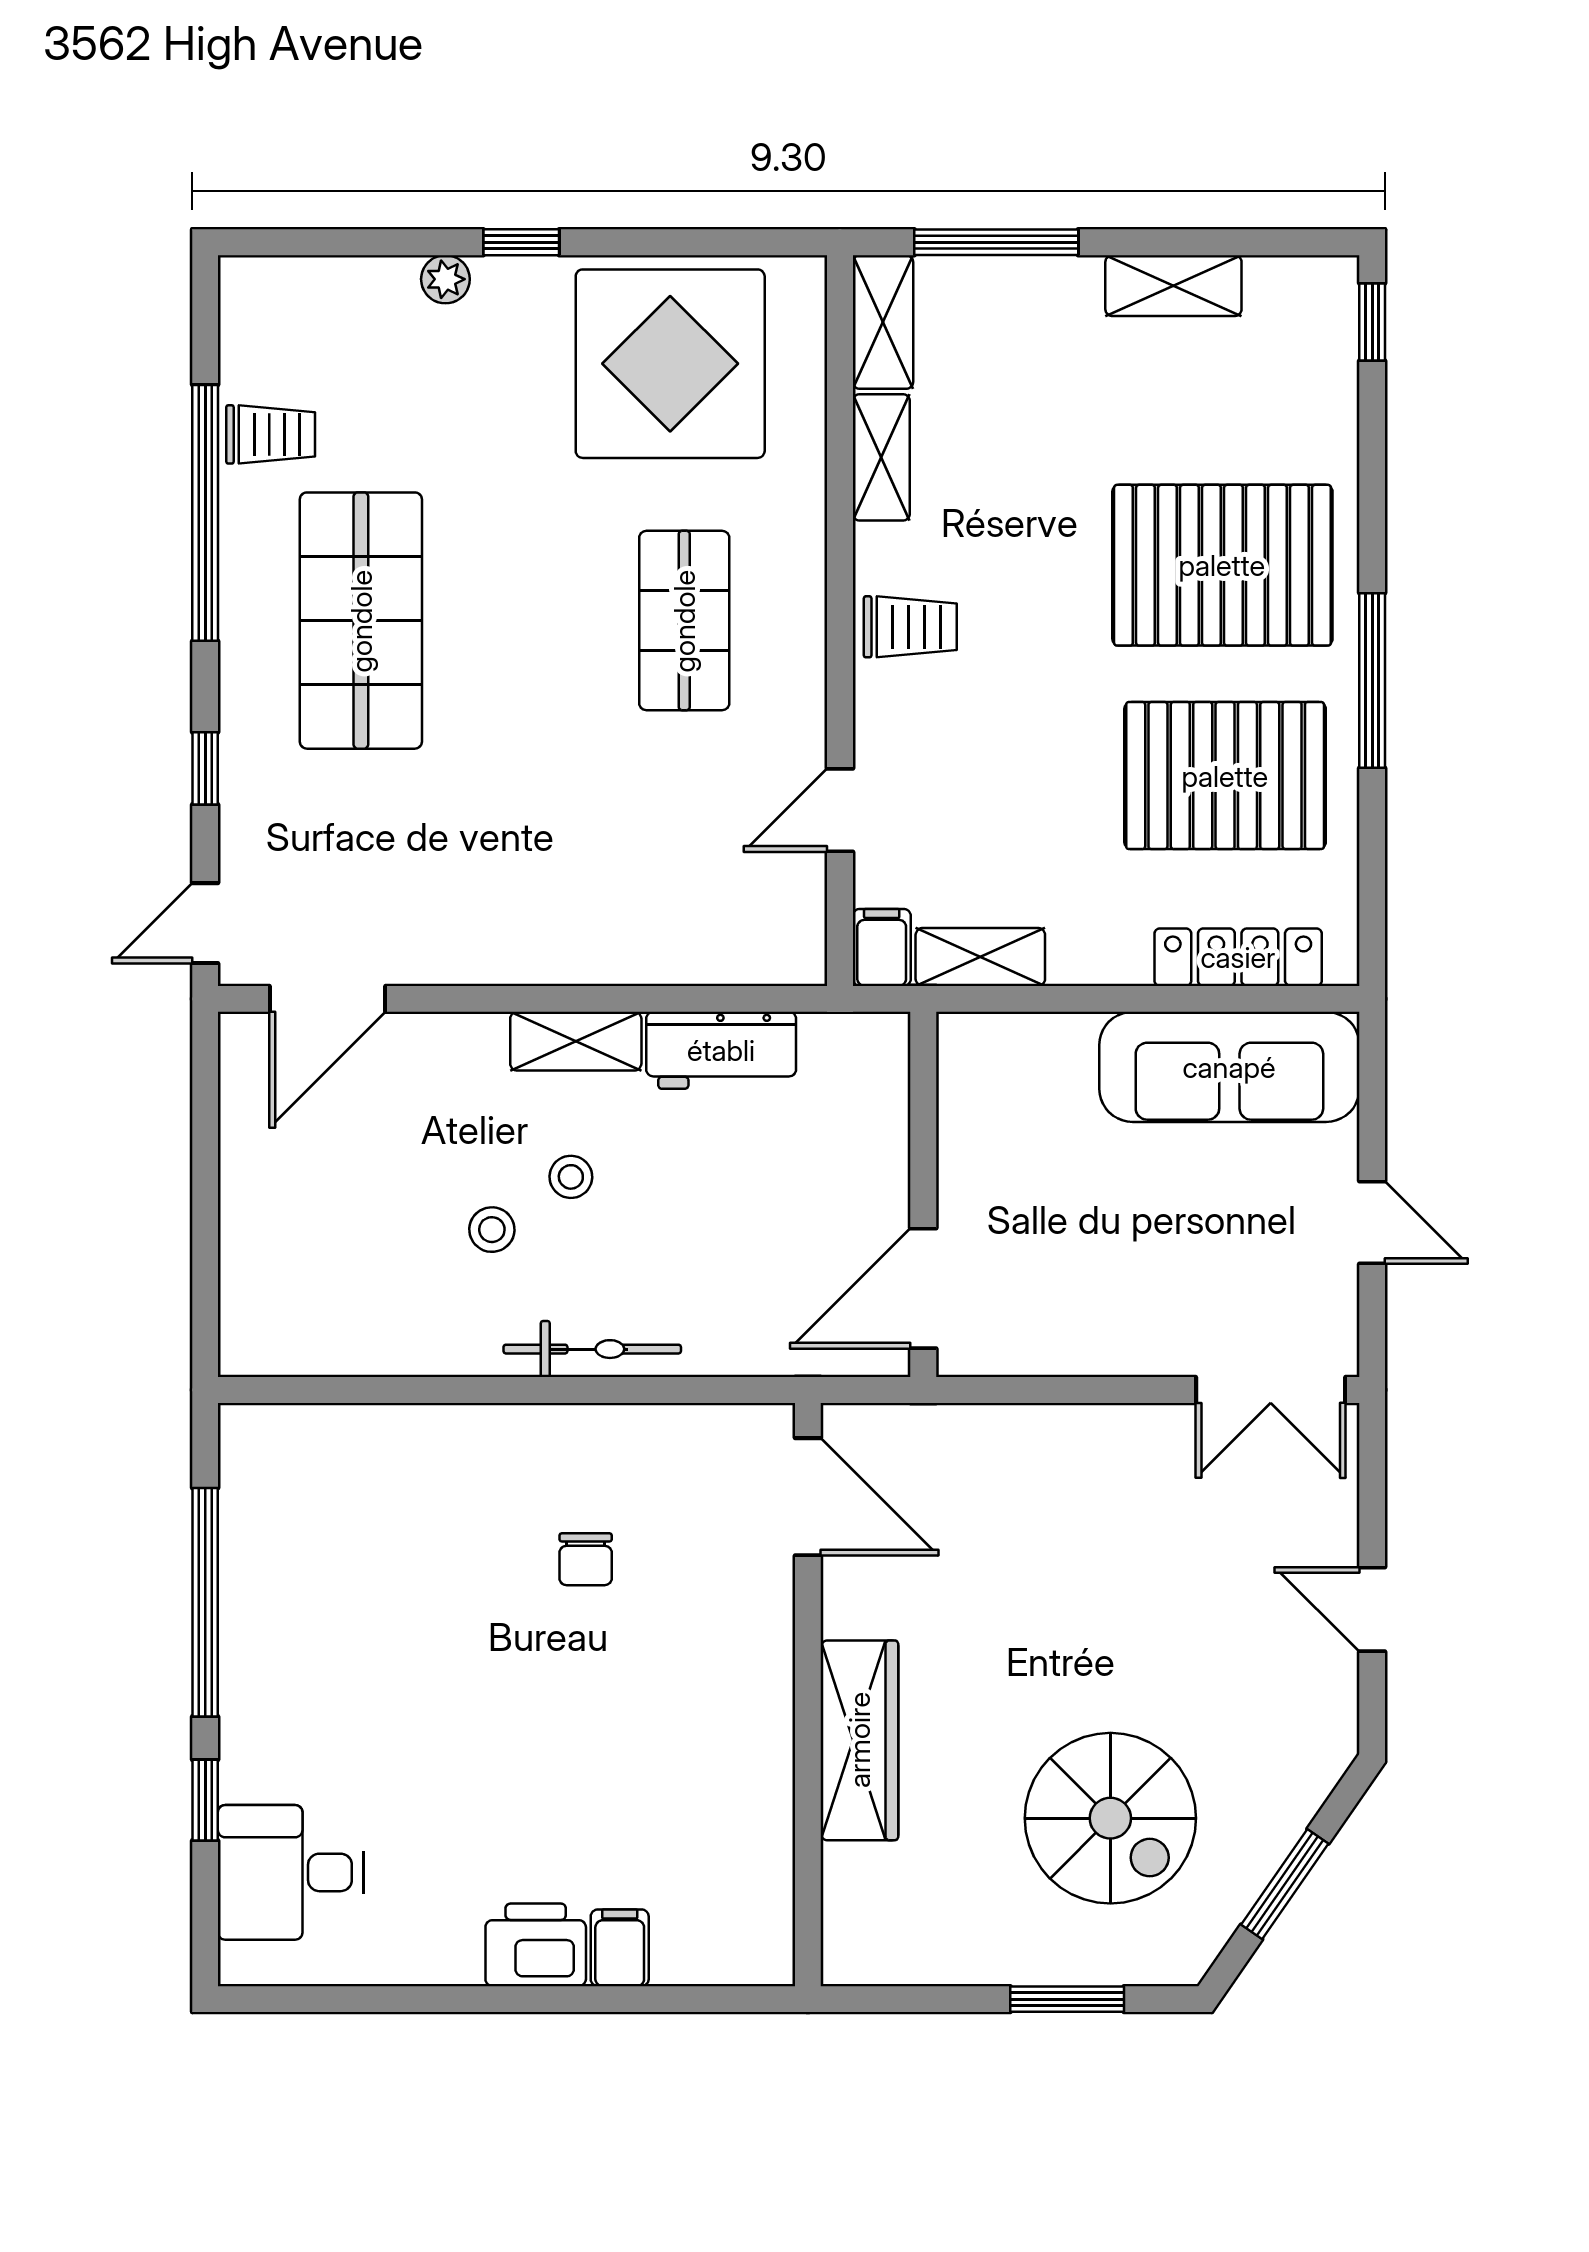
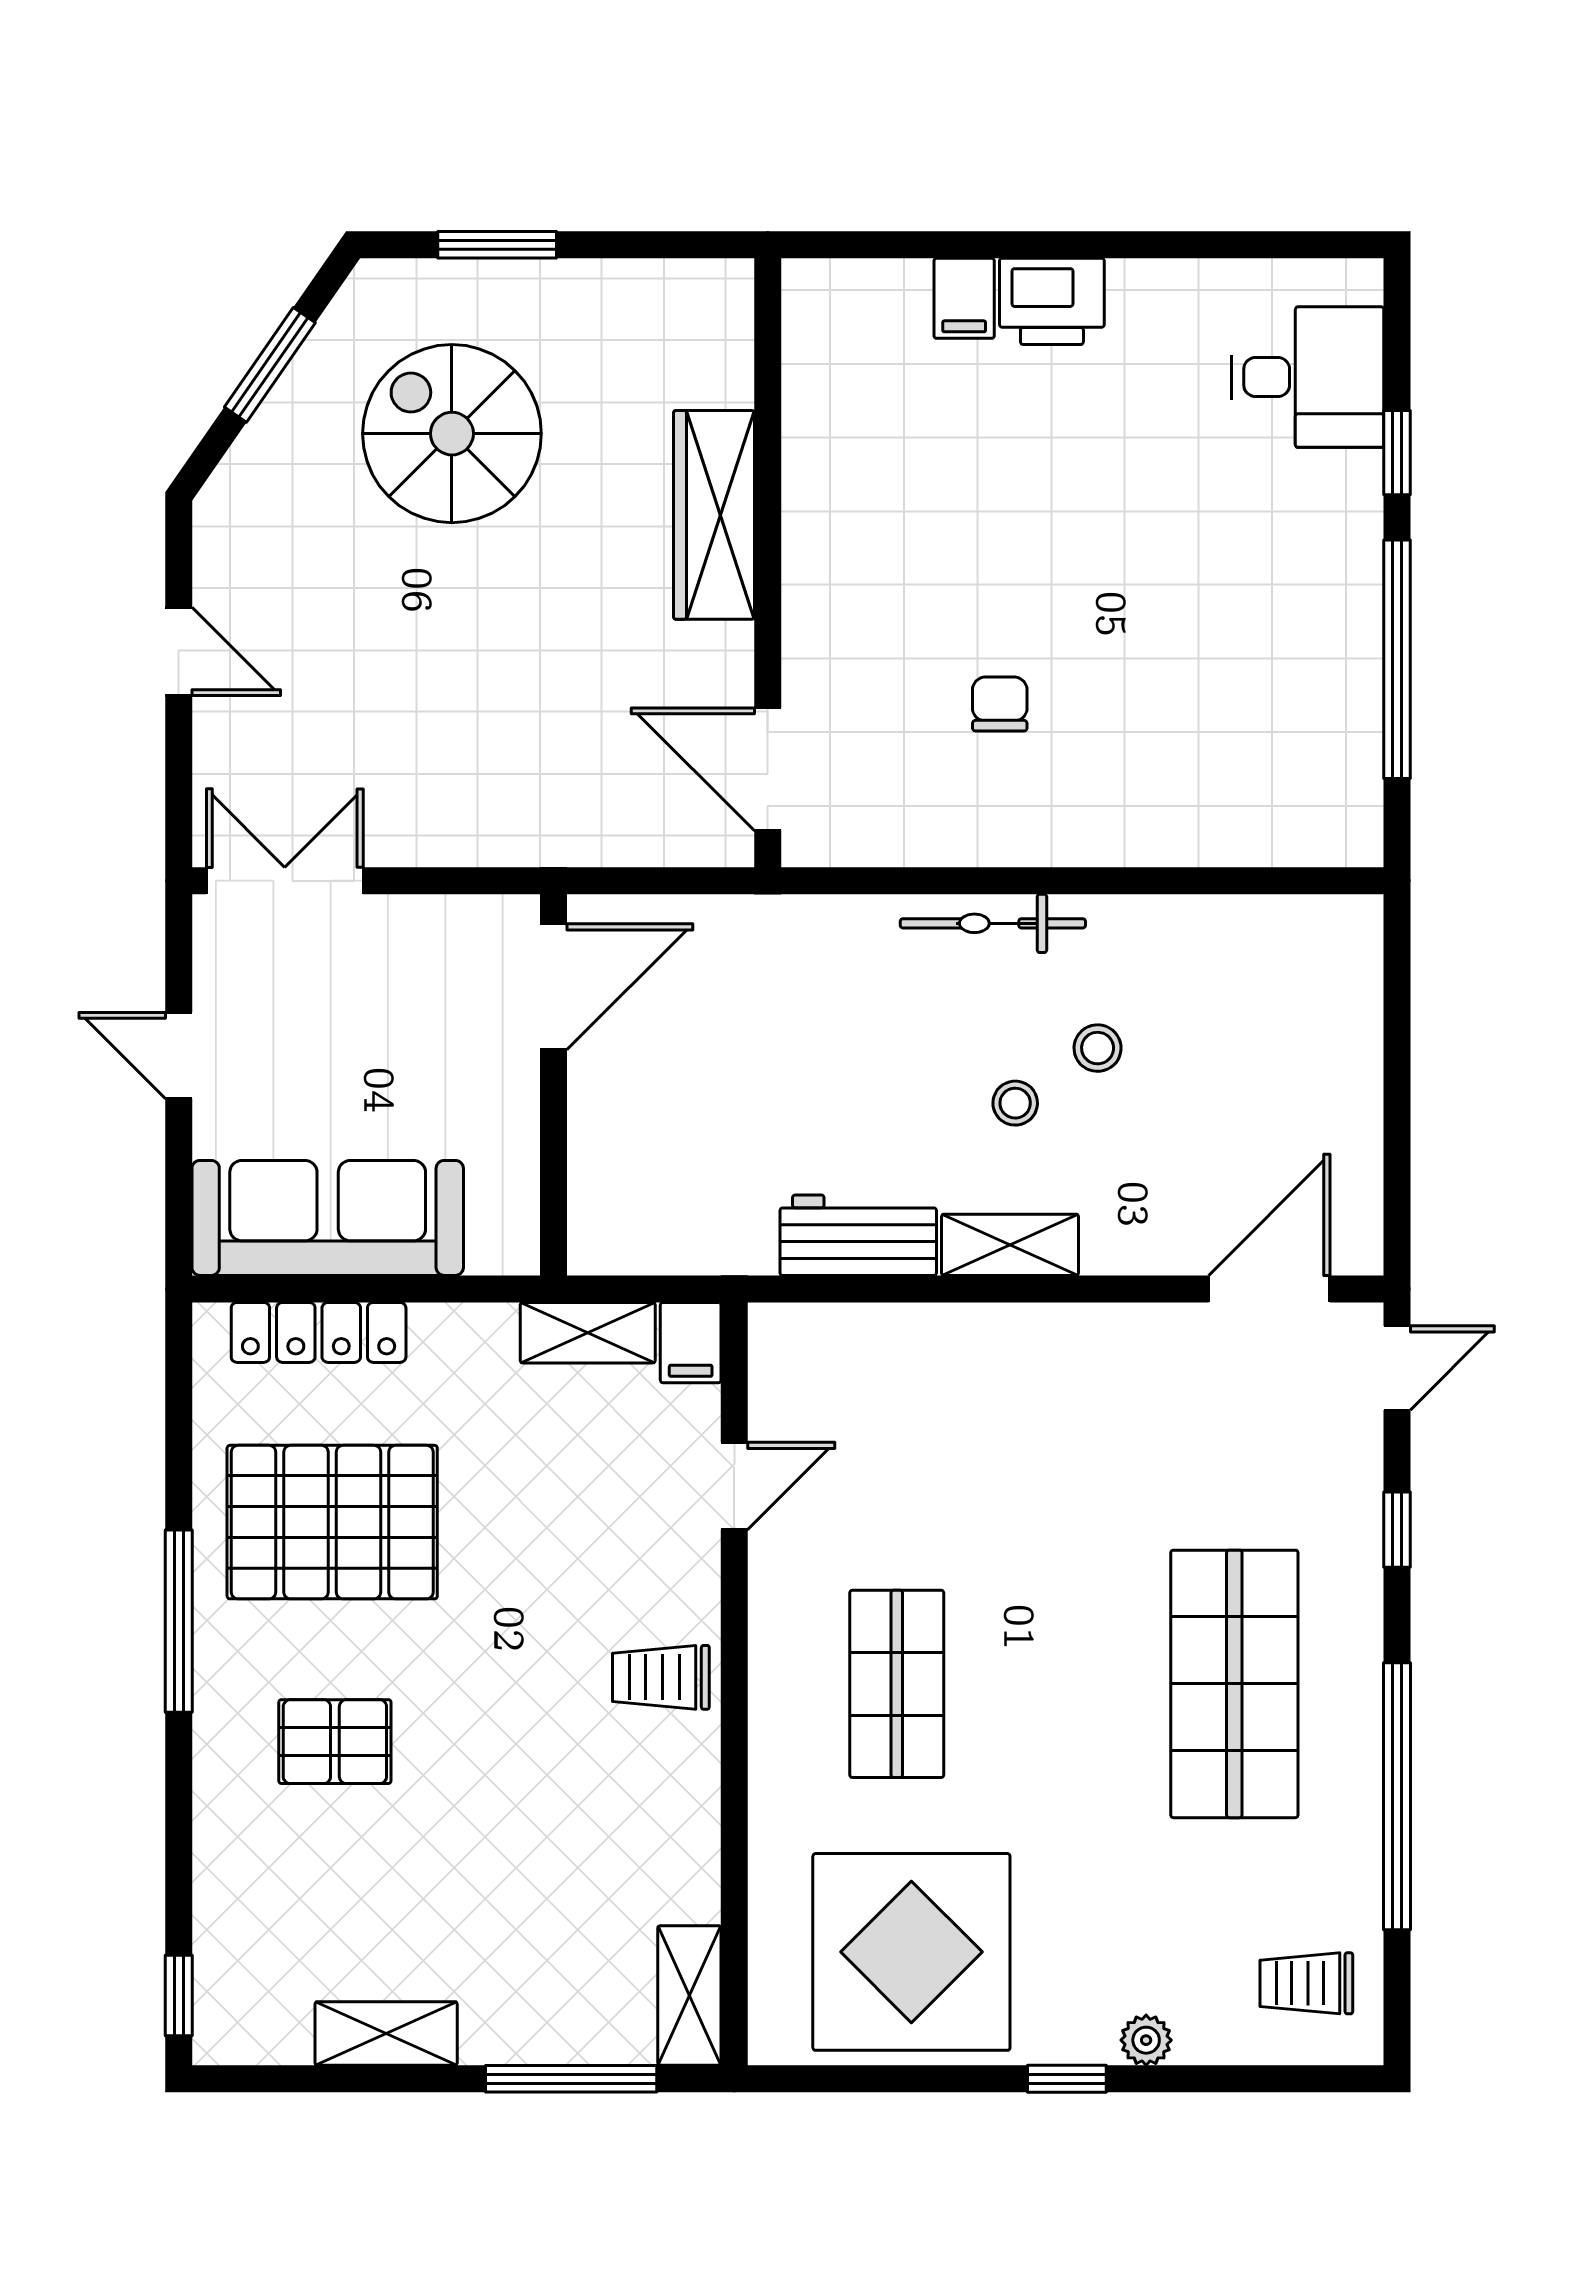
trolley: (271, 434) -> (1306, 1983), moved
shelving: (881, 457) -> (691, 1854), removed
pallet: (1222, 565) -> (335, 1742), width x0.49, depth x0.50
wall: (923, 1194) -> (554, 1085), moved
door: (923, 1288) -> (554, 987), moved

